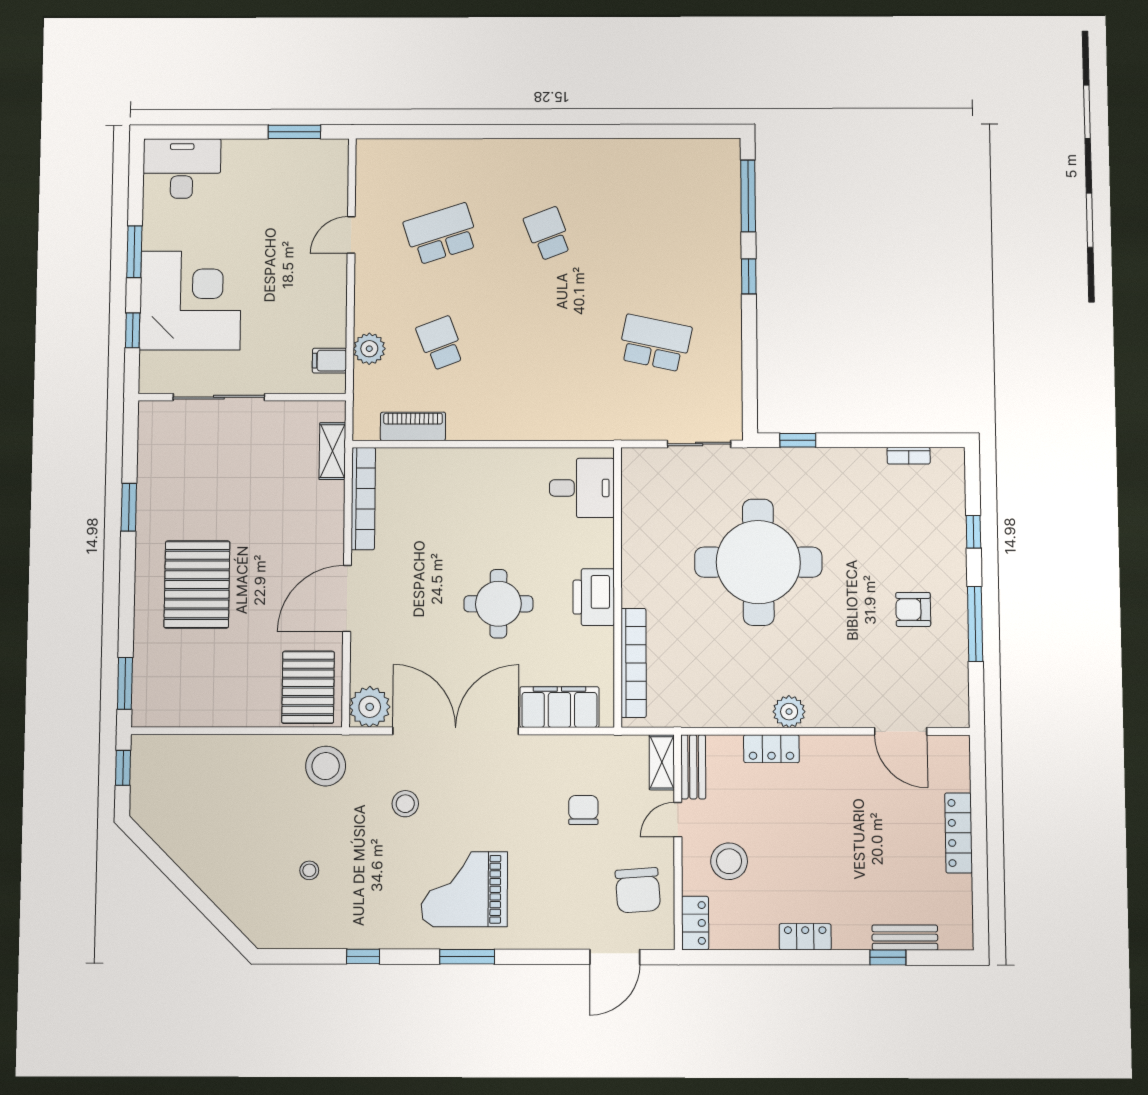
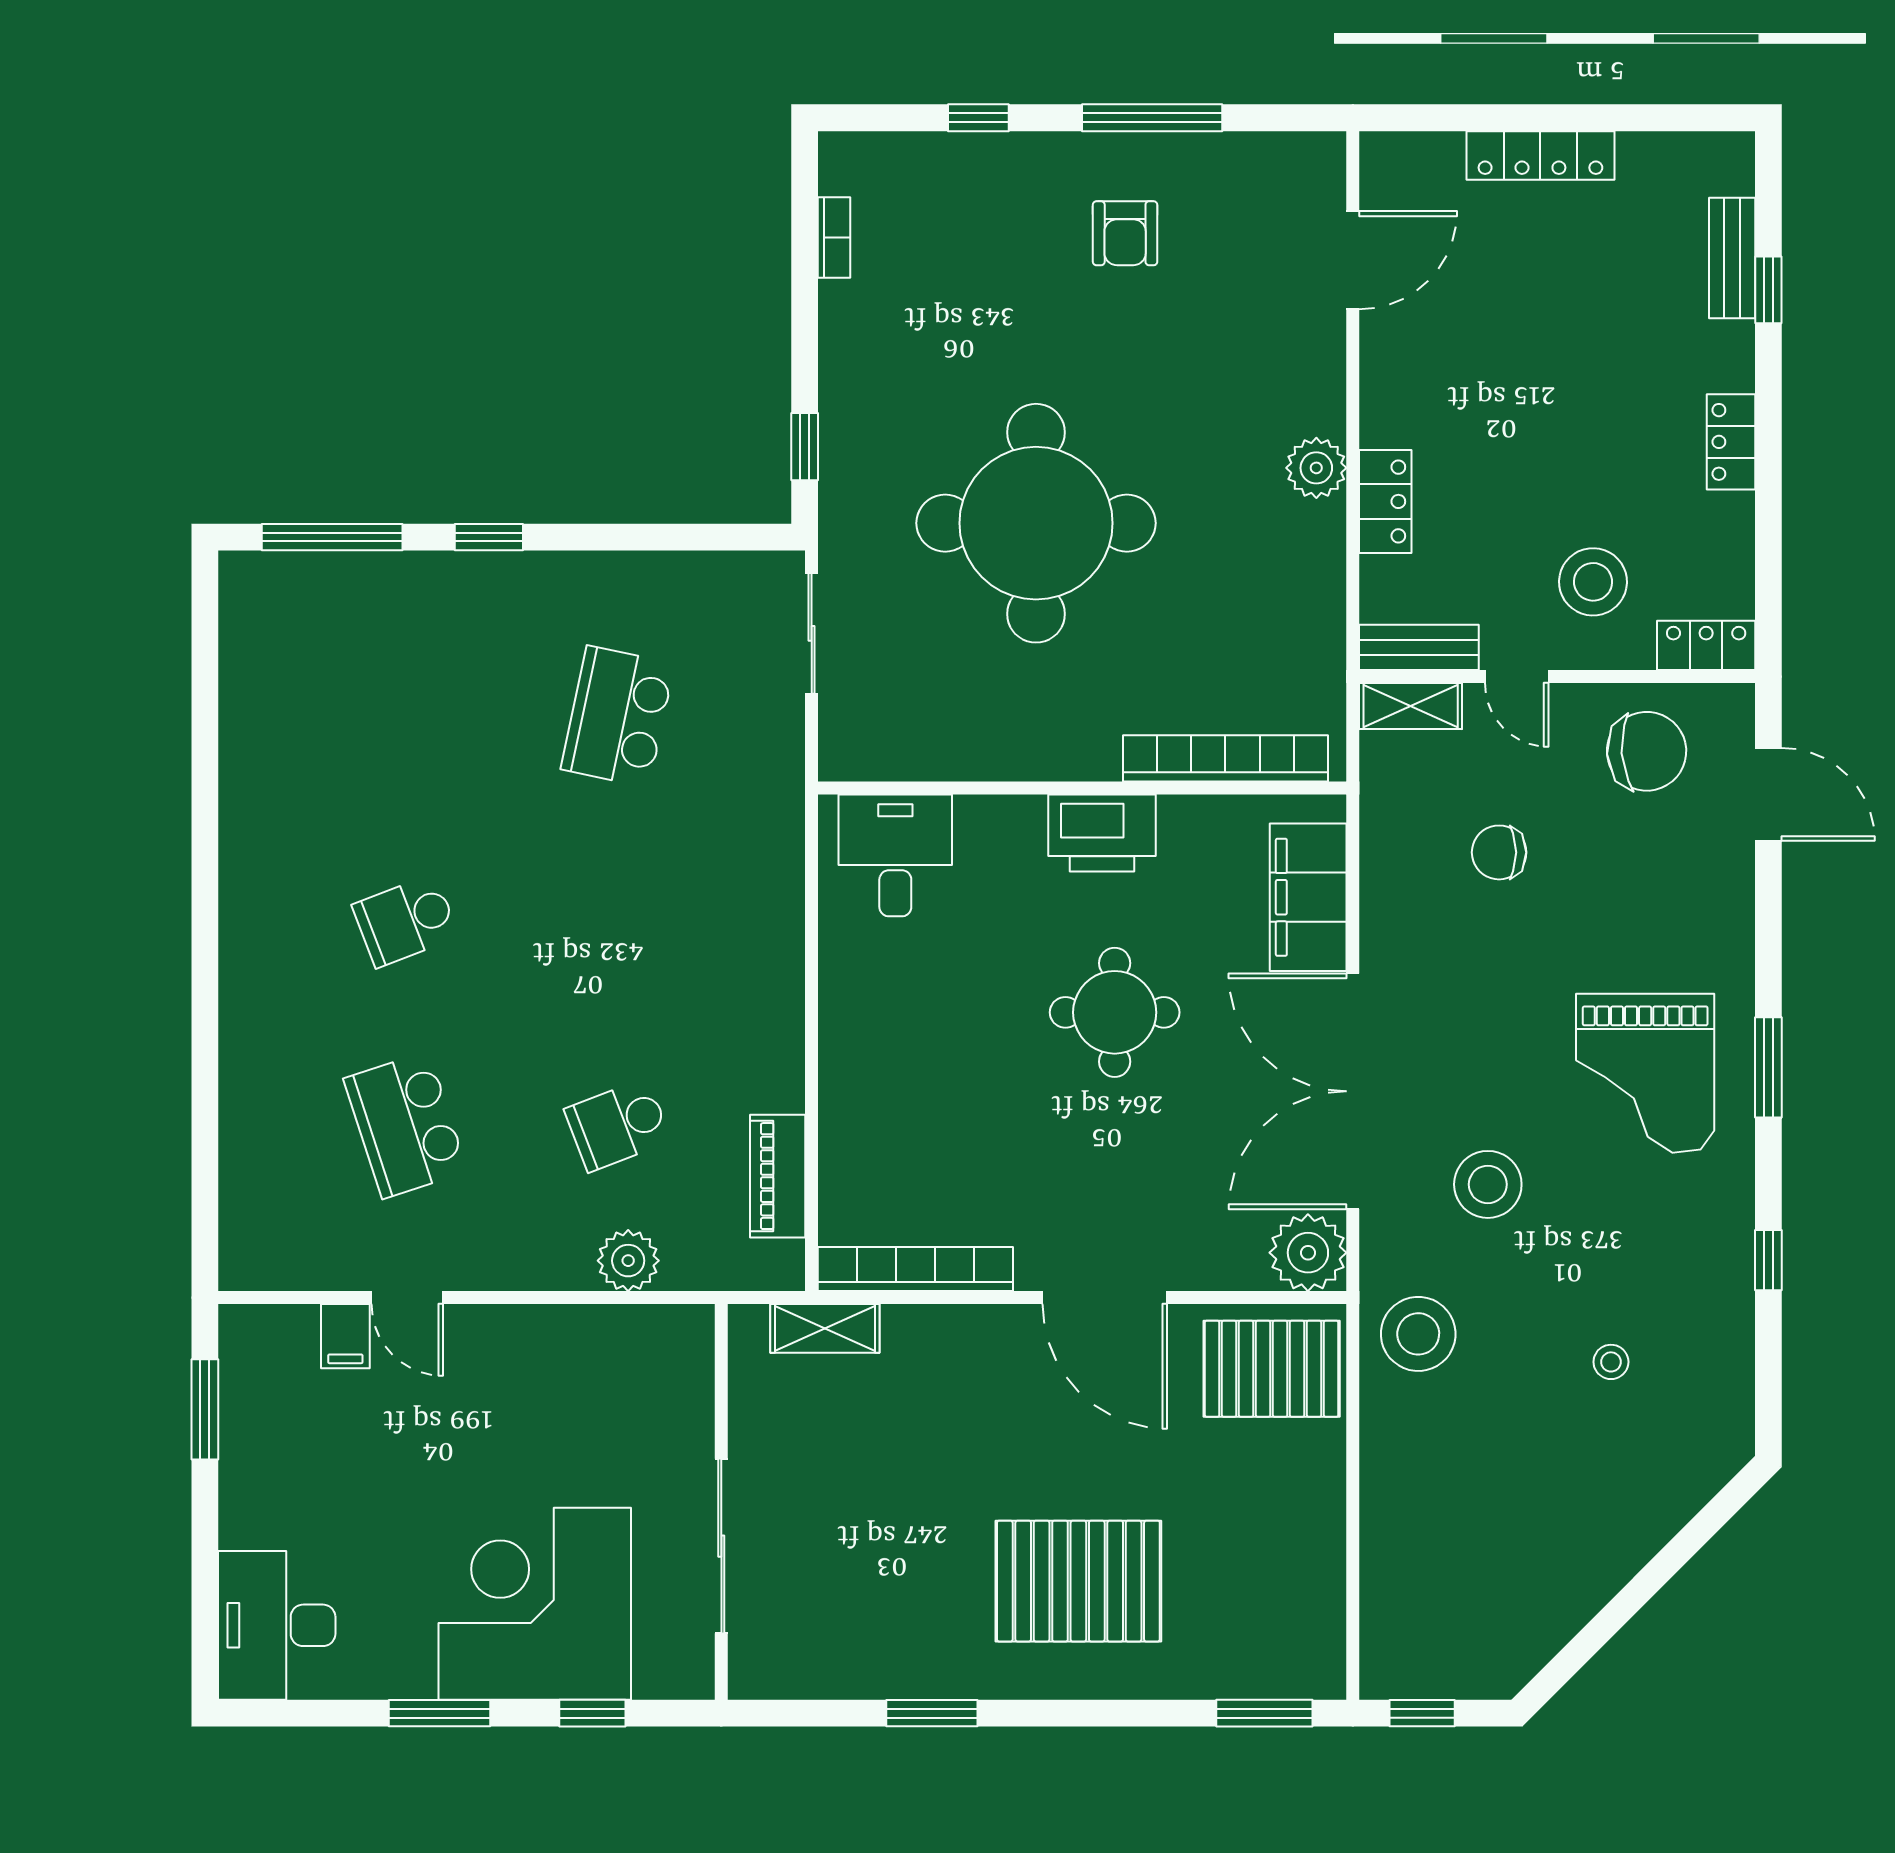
filing cabinet: (329, 361) -> (345, 1336), moved
stool: (405, 804) -> (1488, 1184), width x1.38, depth x1.38

